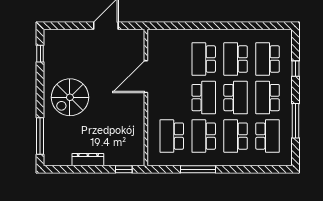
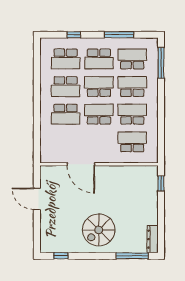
spiral stairs: (70, 97) -> (99, 230), turned 90
school desk: (172, 136) -> (132, 142), turned 180
school desk: (204, 136) -> (132, 114), turned 180
school desk: (236, 136) -> (132, 87), turned 180
dresser: (88, 160) -> (153, 239), moved
window: (198, 169) -> (161, 63), moved

